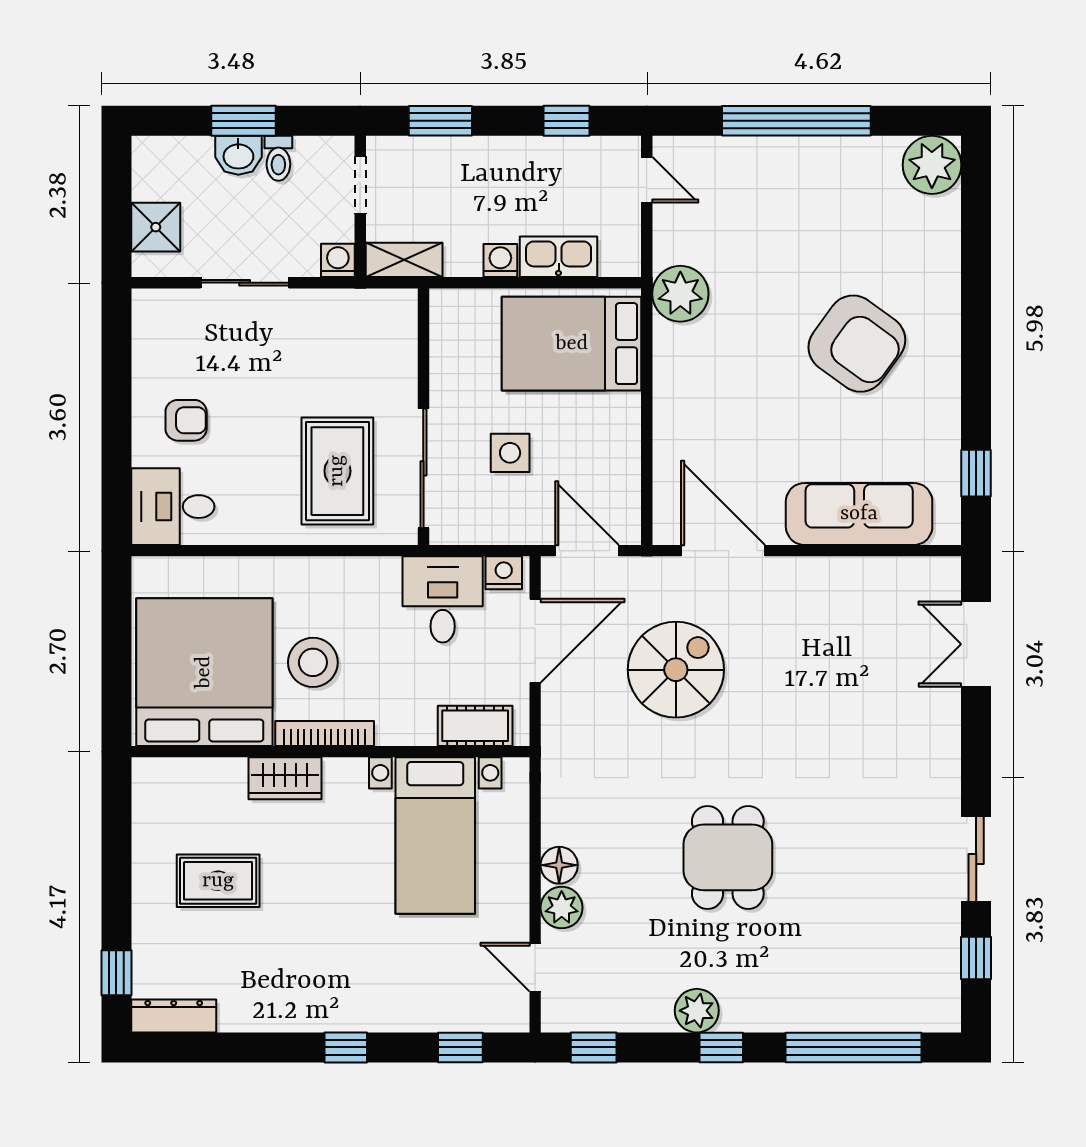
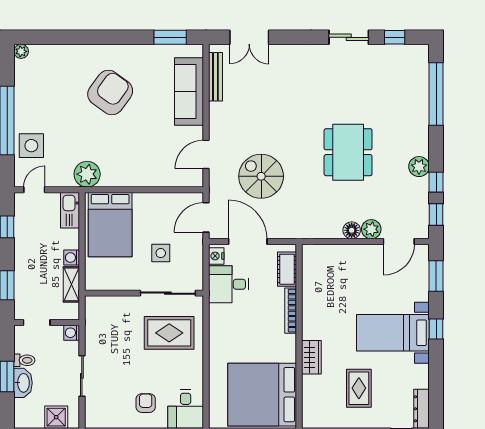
washbasin: (238, 155) -> (23, 383), width x1.38
plant: (932, 165) -> (21, 51), width x0.53, depth x0.53
side table: (742, 173) -> (31, 146), added
kitchen sink: (559, 257) -> (70, 210), moved
shelving: (404, 260) -> (71, 284), moved
window: (976, 473) -> (170, 37), width x1.50
door: (723, 551) -> (206, 154), width x0.73
bench: (891, 571) -> (215, 77), added
stool: (313, 662) -> (258, 344), removed
bookcase: (325, 733) -> (291, 311), moved
bed with nightstands: (435, 836) -> (393, 333), moved, turned 180
dining table: (728, 857) -> (348, 152), width x1.37
door: (535, 967) -> (399, 241), width x1.38
window: (460, 1047) -> (436, 276), width x1.50
window: (721, 1047) -> (436, 182), moved

